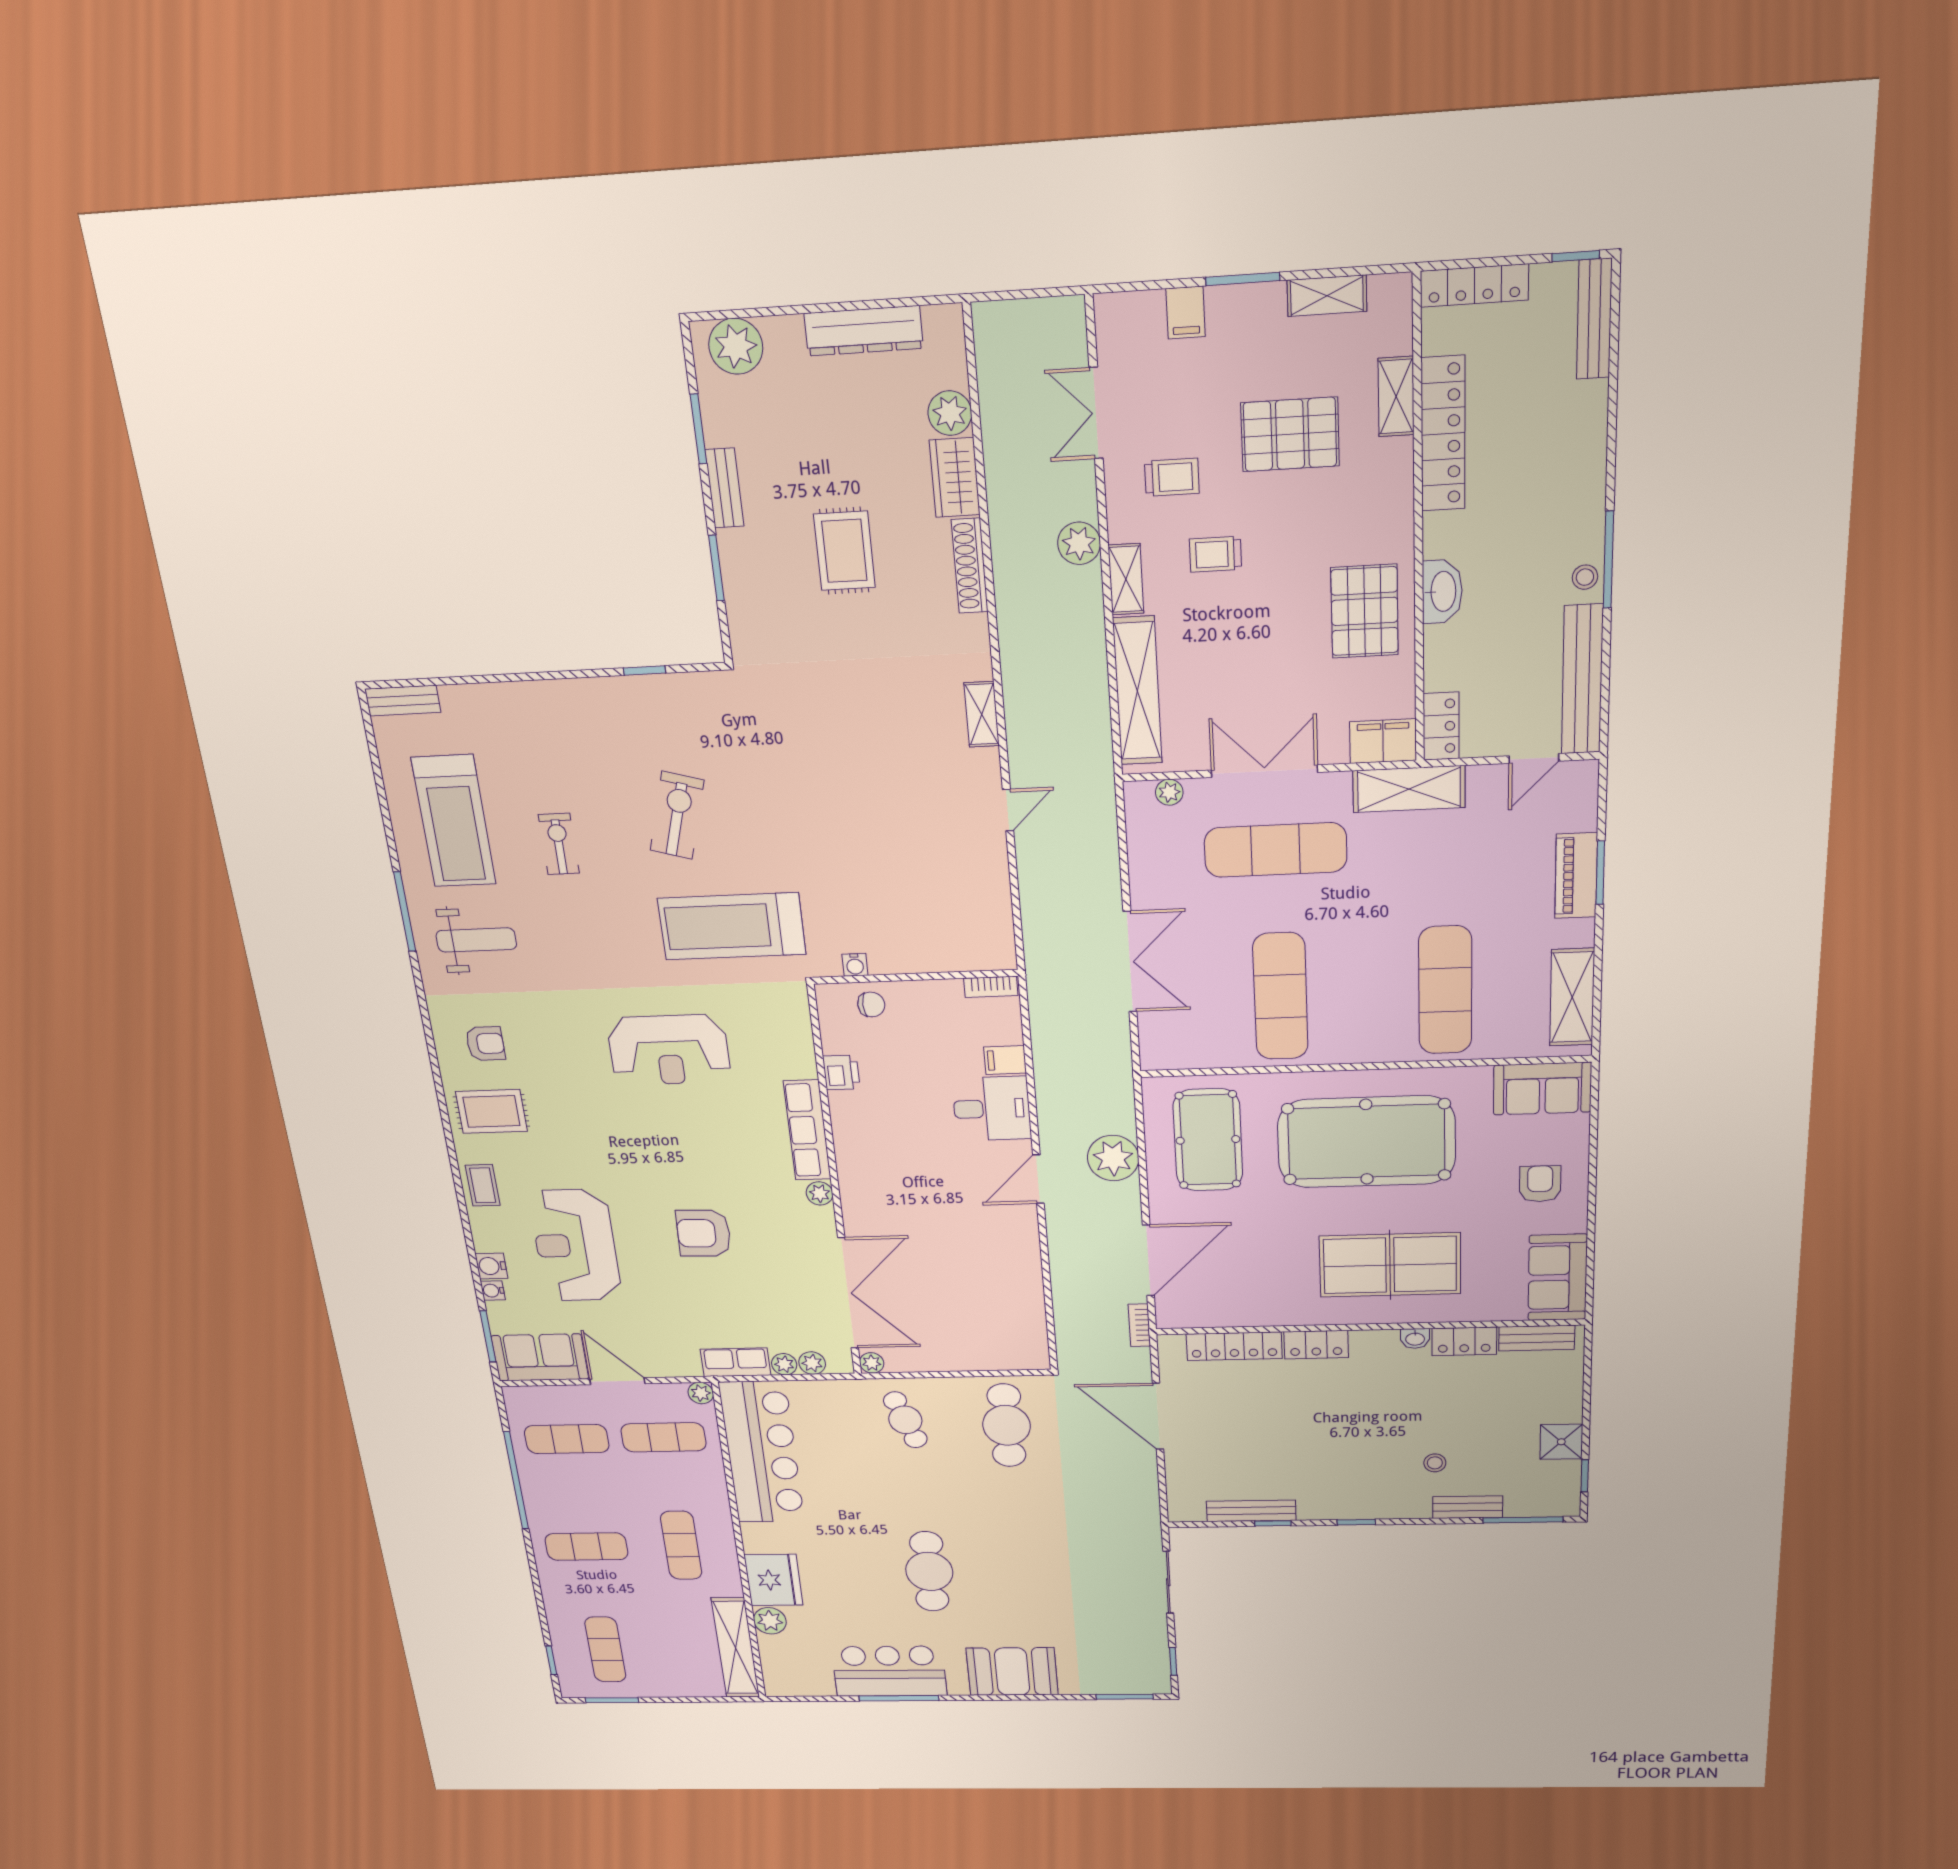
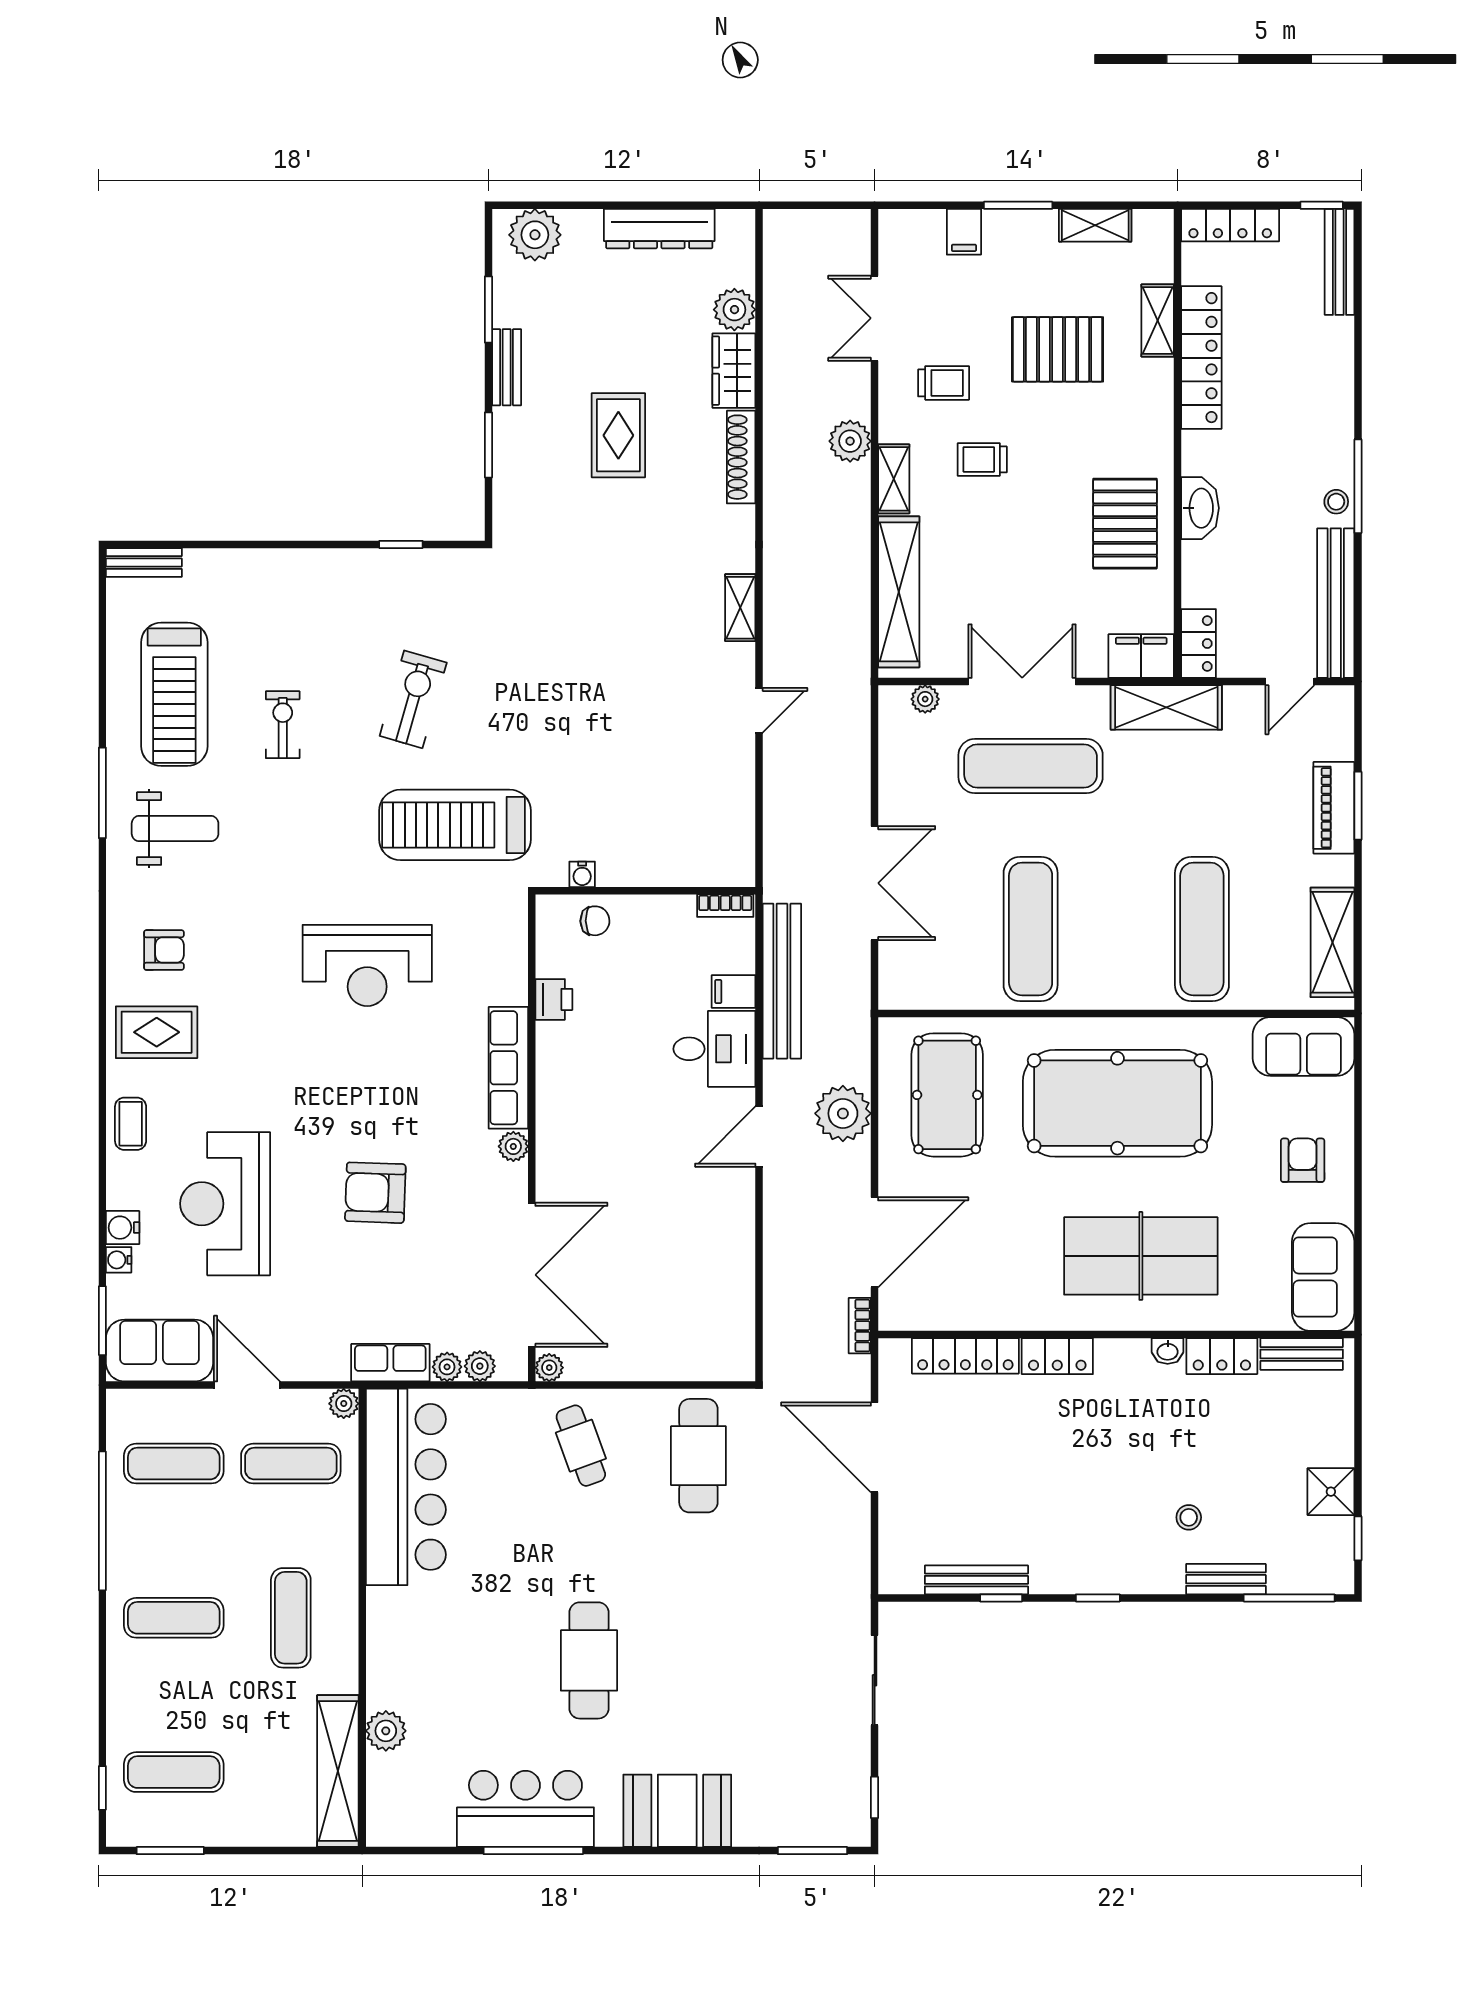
bench: (1049, 1050) -> (782, 981), added
fridge: (773, 1580) -> (398, 1670), removed
exercise mat: (605, 1649) -> (174, 1772), turned 90

